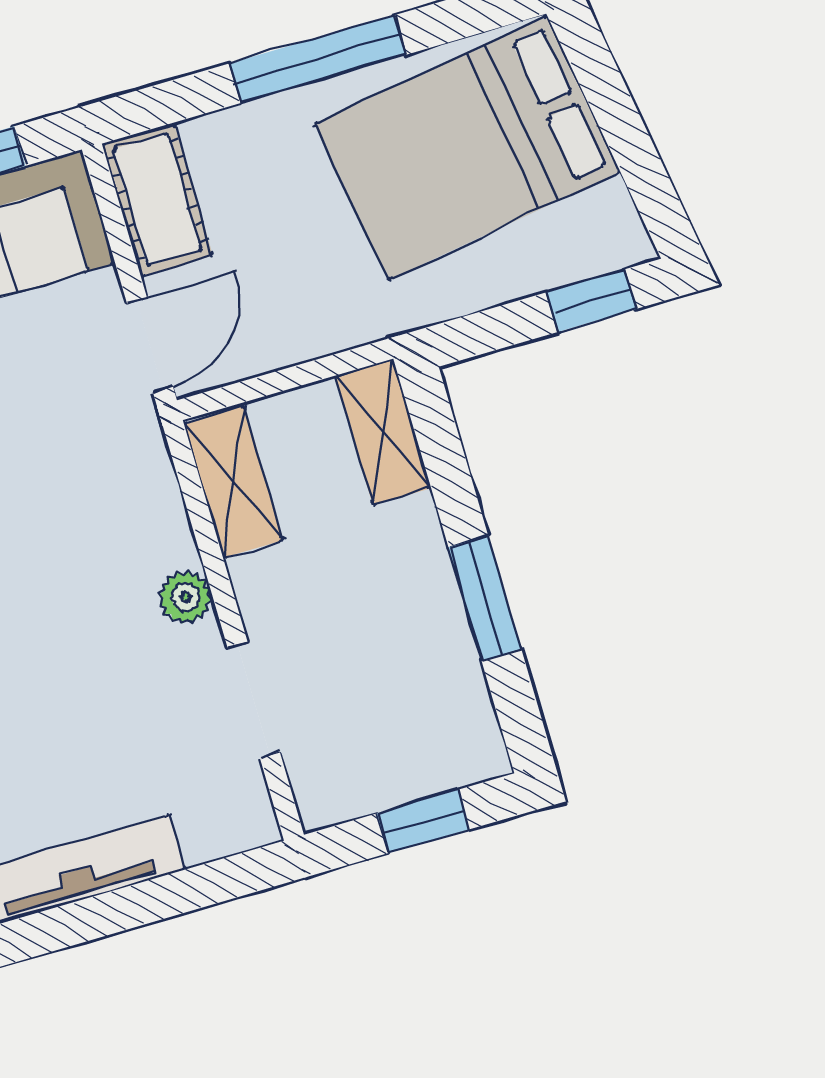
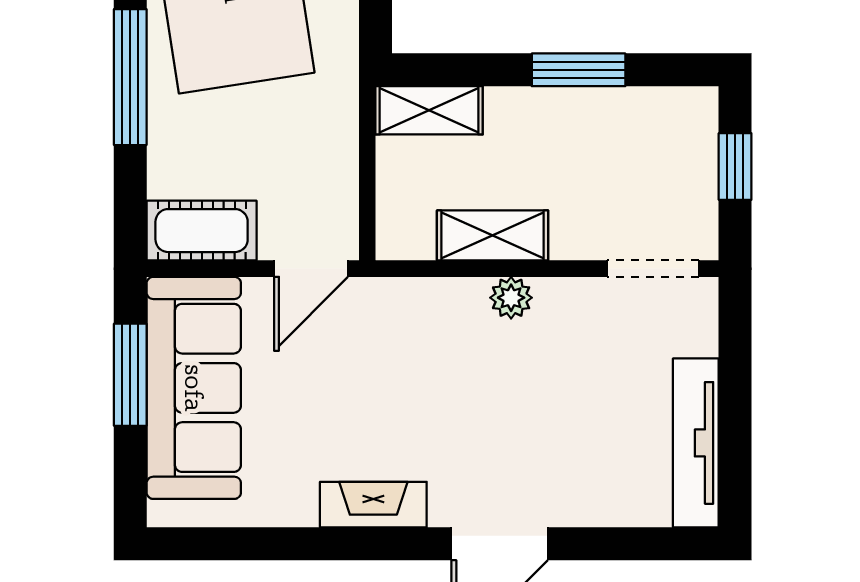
door: (150, 345) -> (311, 269), swing flipped
shelving: (233, 482) -> (493, 235), moved
doorway: (254, 700) -> (653, 269), moved

